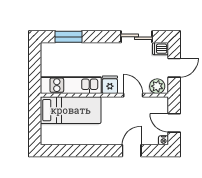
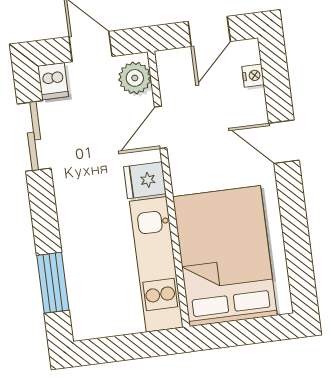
bed: (71, 110) -> (225, 256), width x1.50
nightstand: (164, 140) -> (253, 76), moved
door: (132, 151) -> (284, 142), moved

